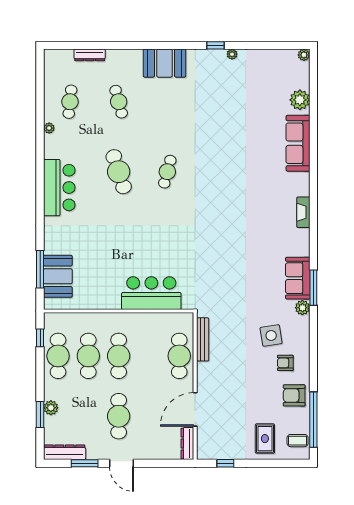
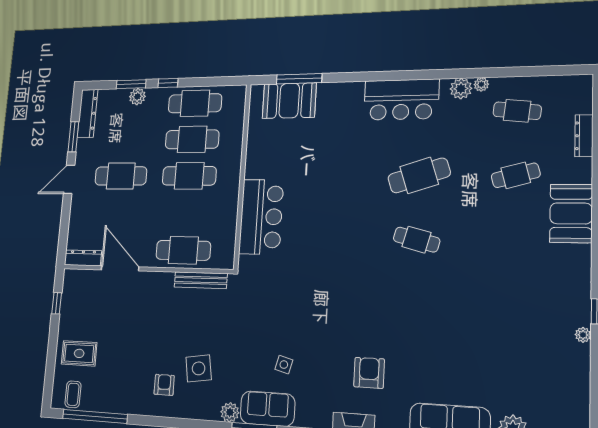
booth: (164, 63) -> (571, 213), moved
plant: (52, 143) -> (461, 89), added
side table: (264, 268) -> (284, 365), added
window: (40, 338) -> (168, 83), moved
armchair: (294, 395) -> (369, 373), moved

